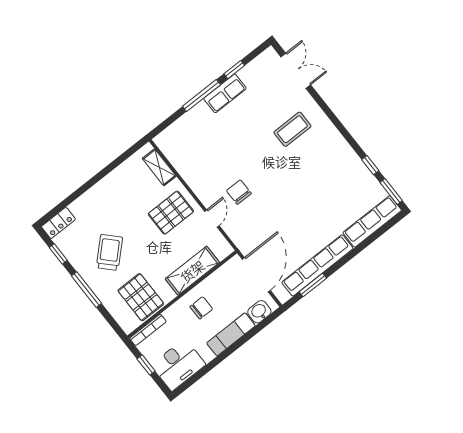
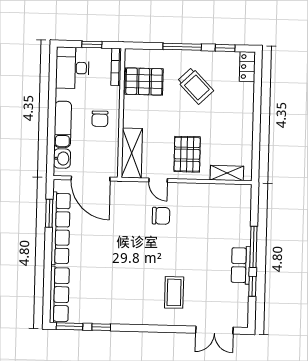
shelving: (192, 271) -> (132, 153), moved

